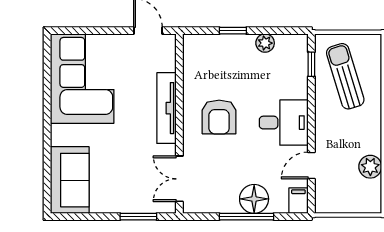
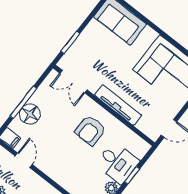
armchair: (219, 117) -> (90, 130), turned -90
desk: (284, 123) -> (117, 163), moved, turned -90
double door: (179, 179) -> (73, 82), swing flipped

